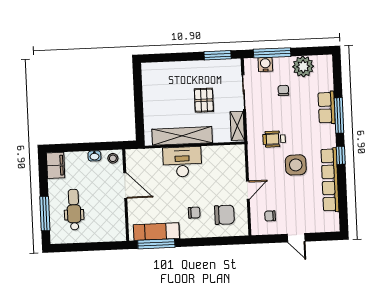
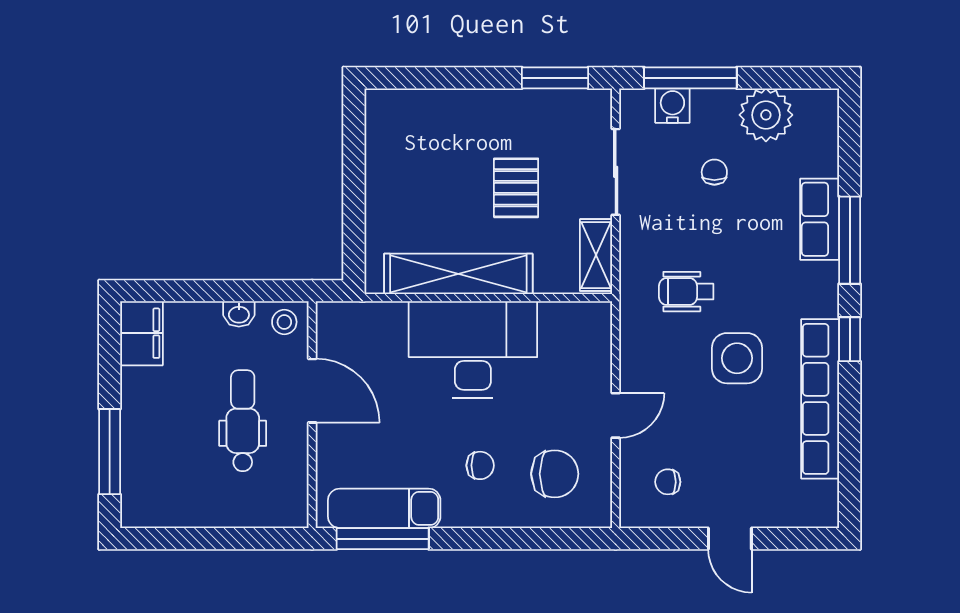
desk: (182, 162) -> (473, 349), width x1.36, depth x1.30
dental chair: (74, 210) -> (243, 421), moved

